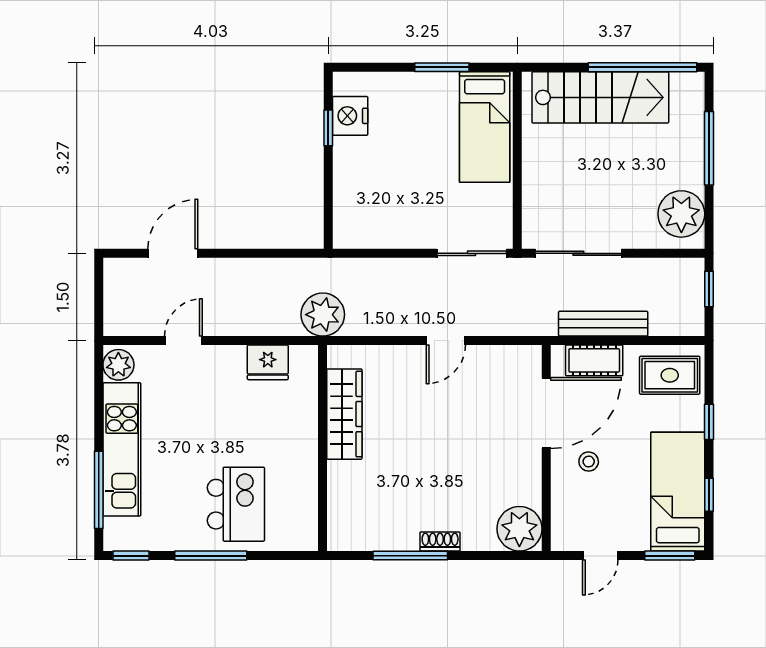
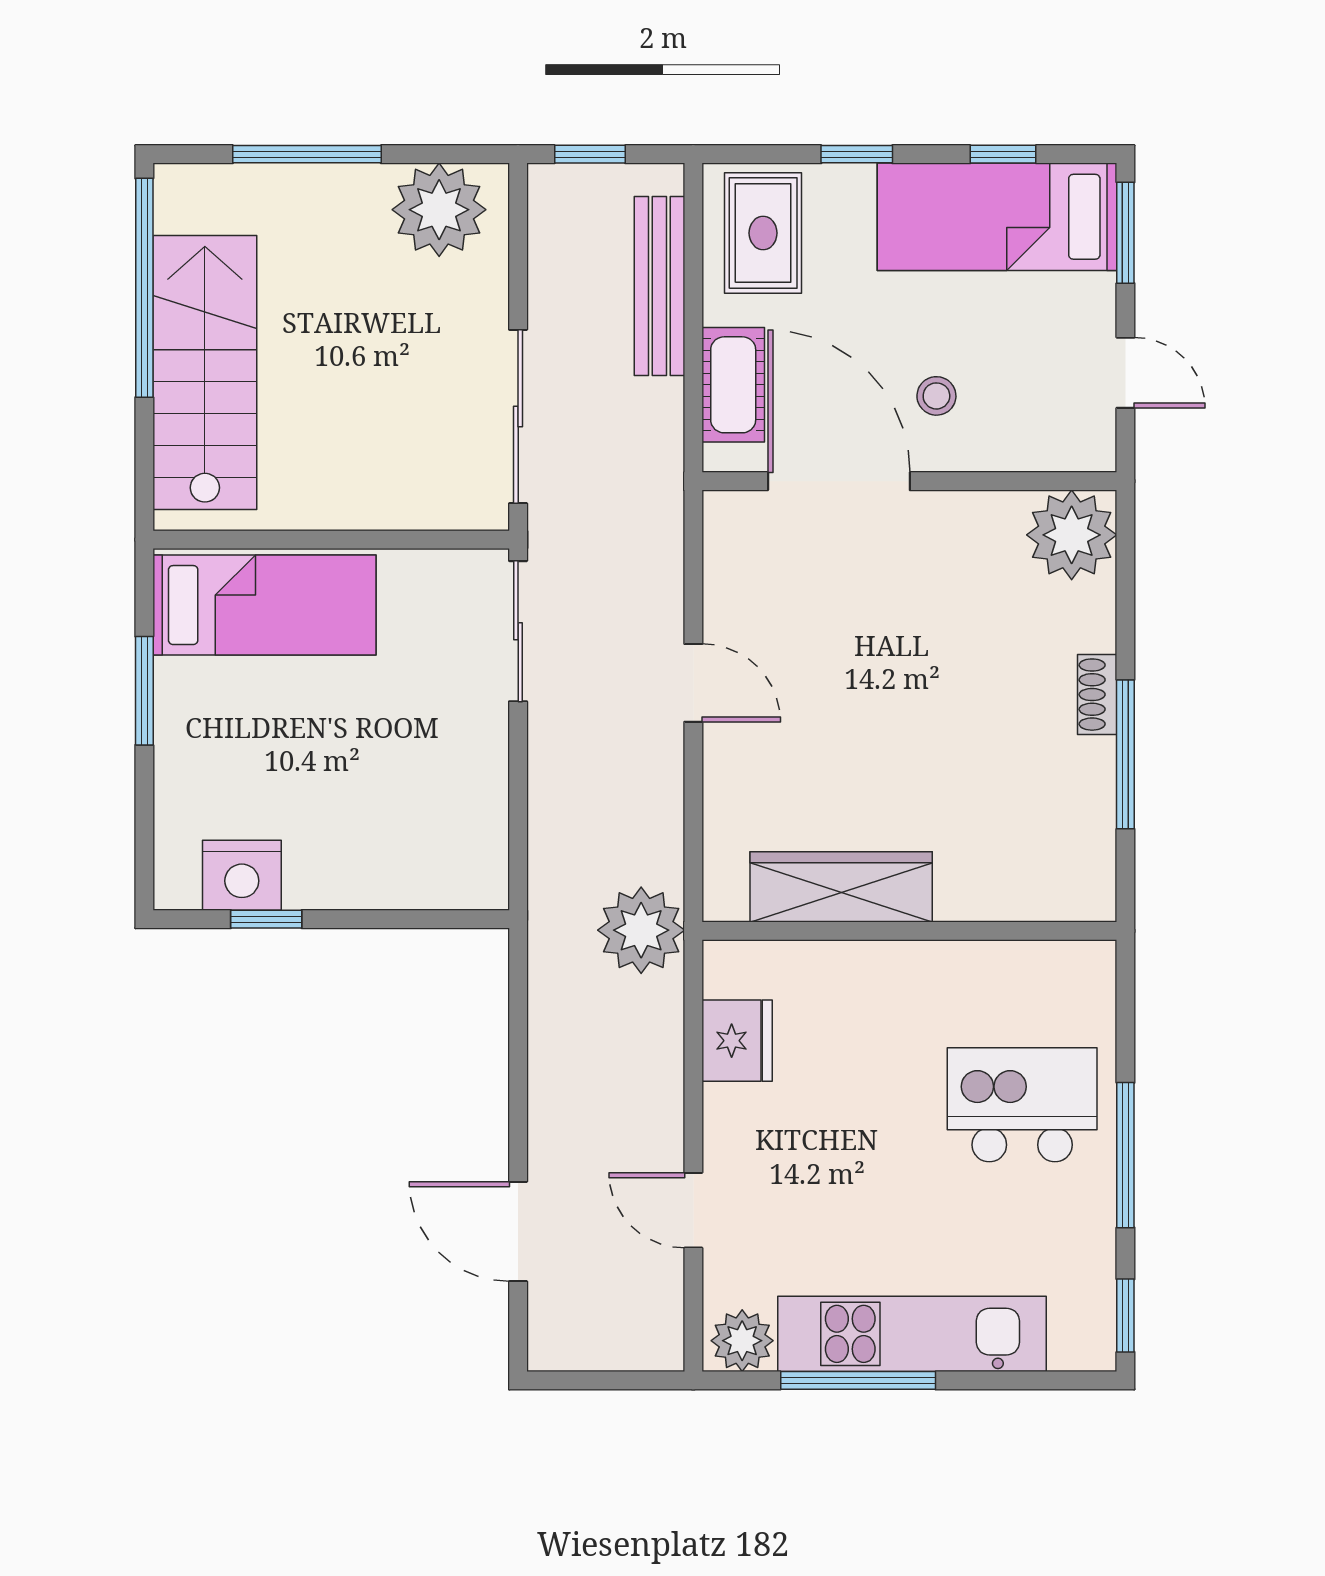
bench: (603, 324) -> (659, 286), moved
window: (99, 490) -> (858, 1380), moved

